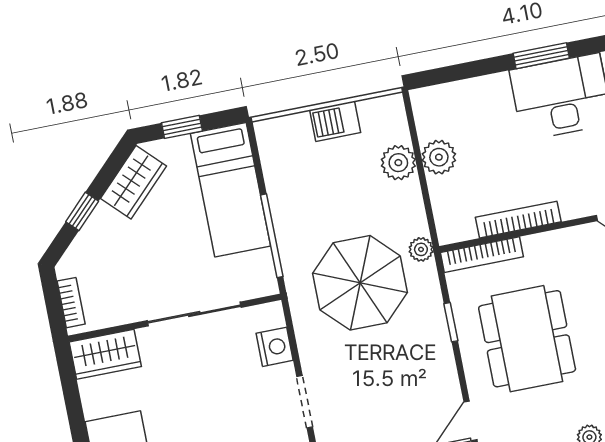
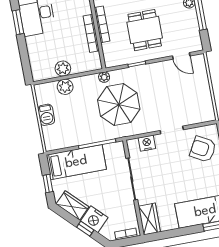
nightstand: (103, 231) -> (94, 219), added
bookcase: (482, 255) -> (102, 24), moved
dining table: (527, 339) -> (145, 30), width x0.73

